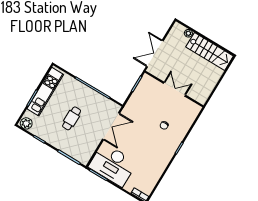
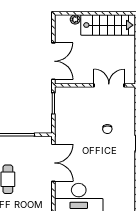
double door: (155, 54) -> (53, 61), swing flipped
double door: (174, 89) -> (109, 85), moved

